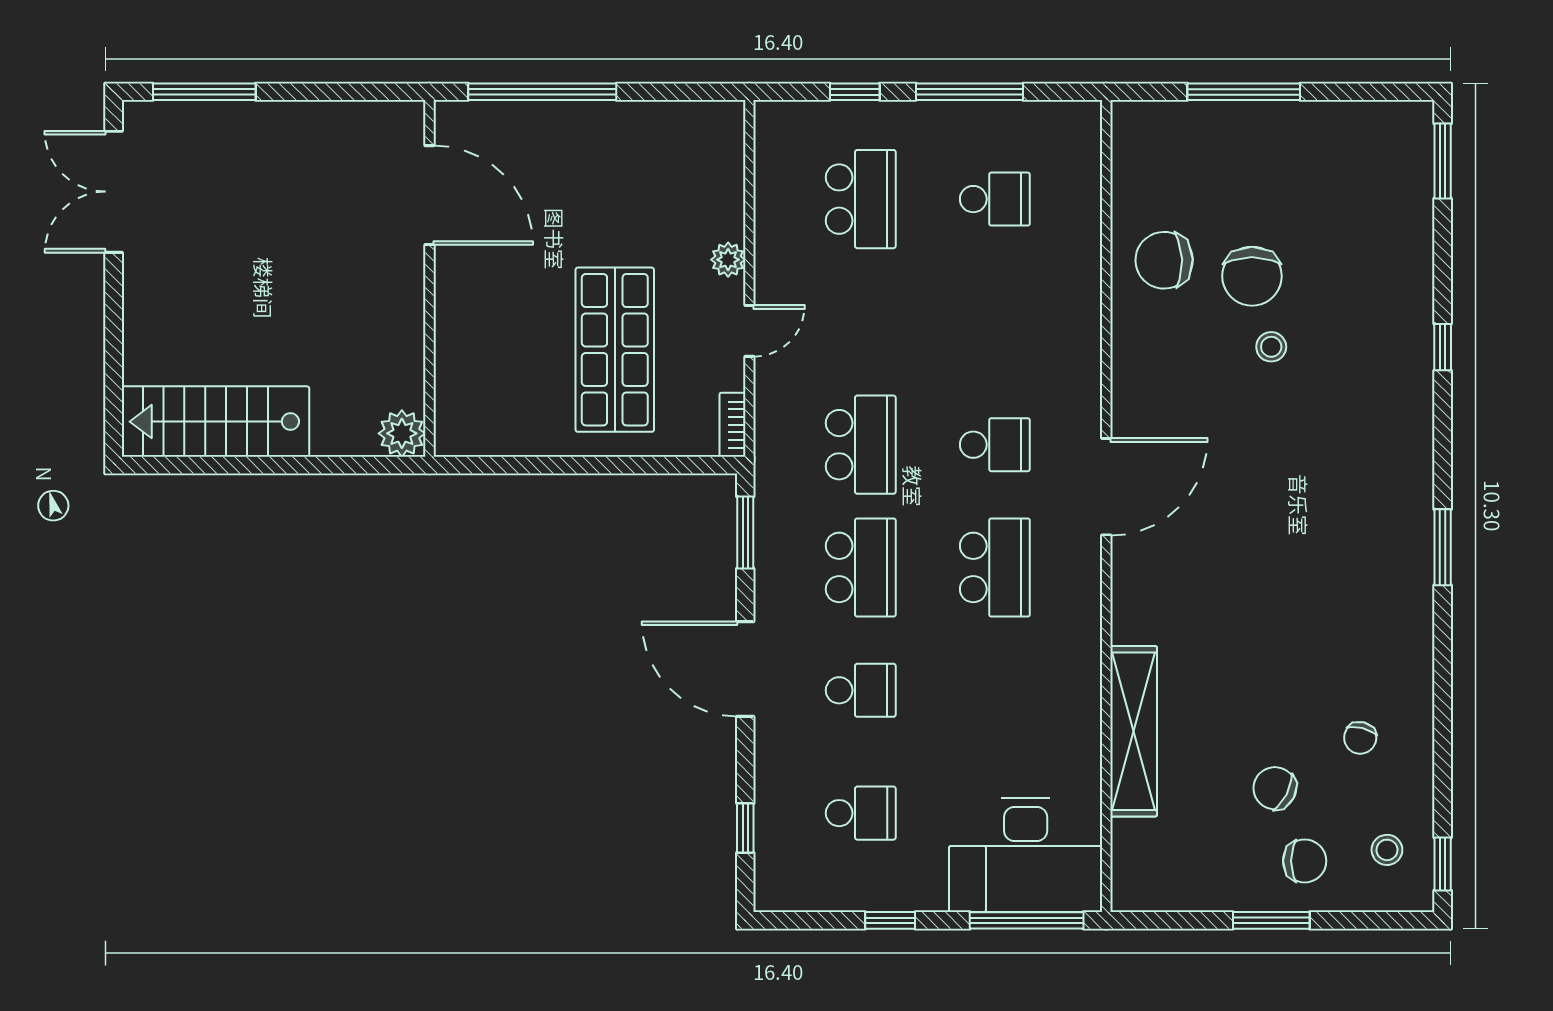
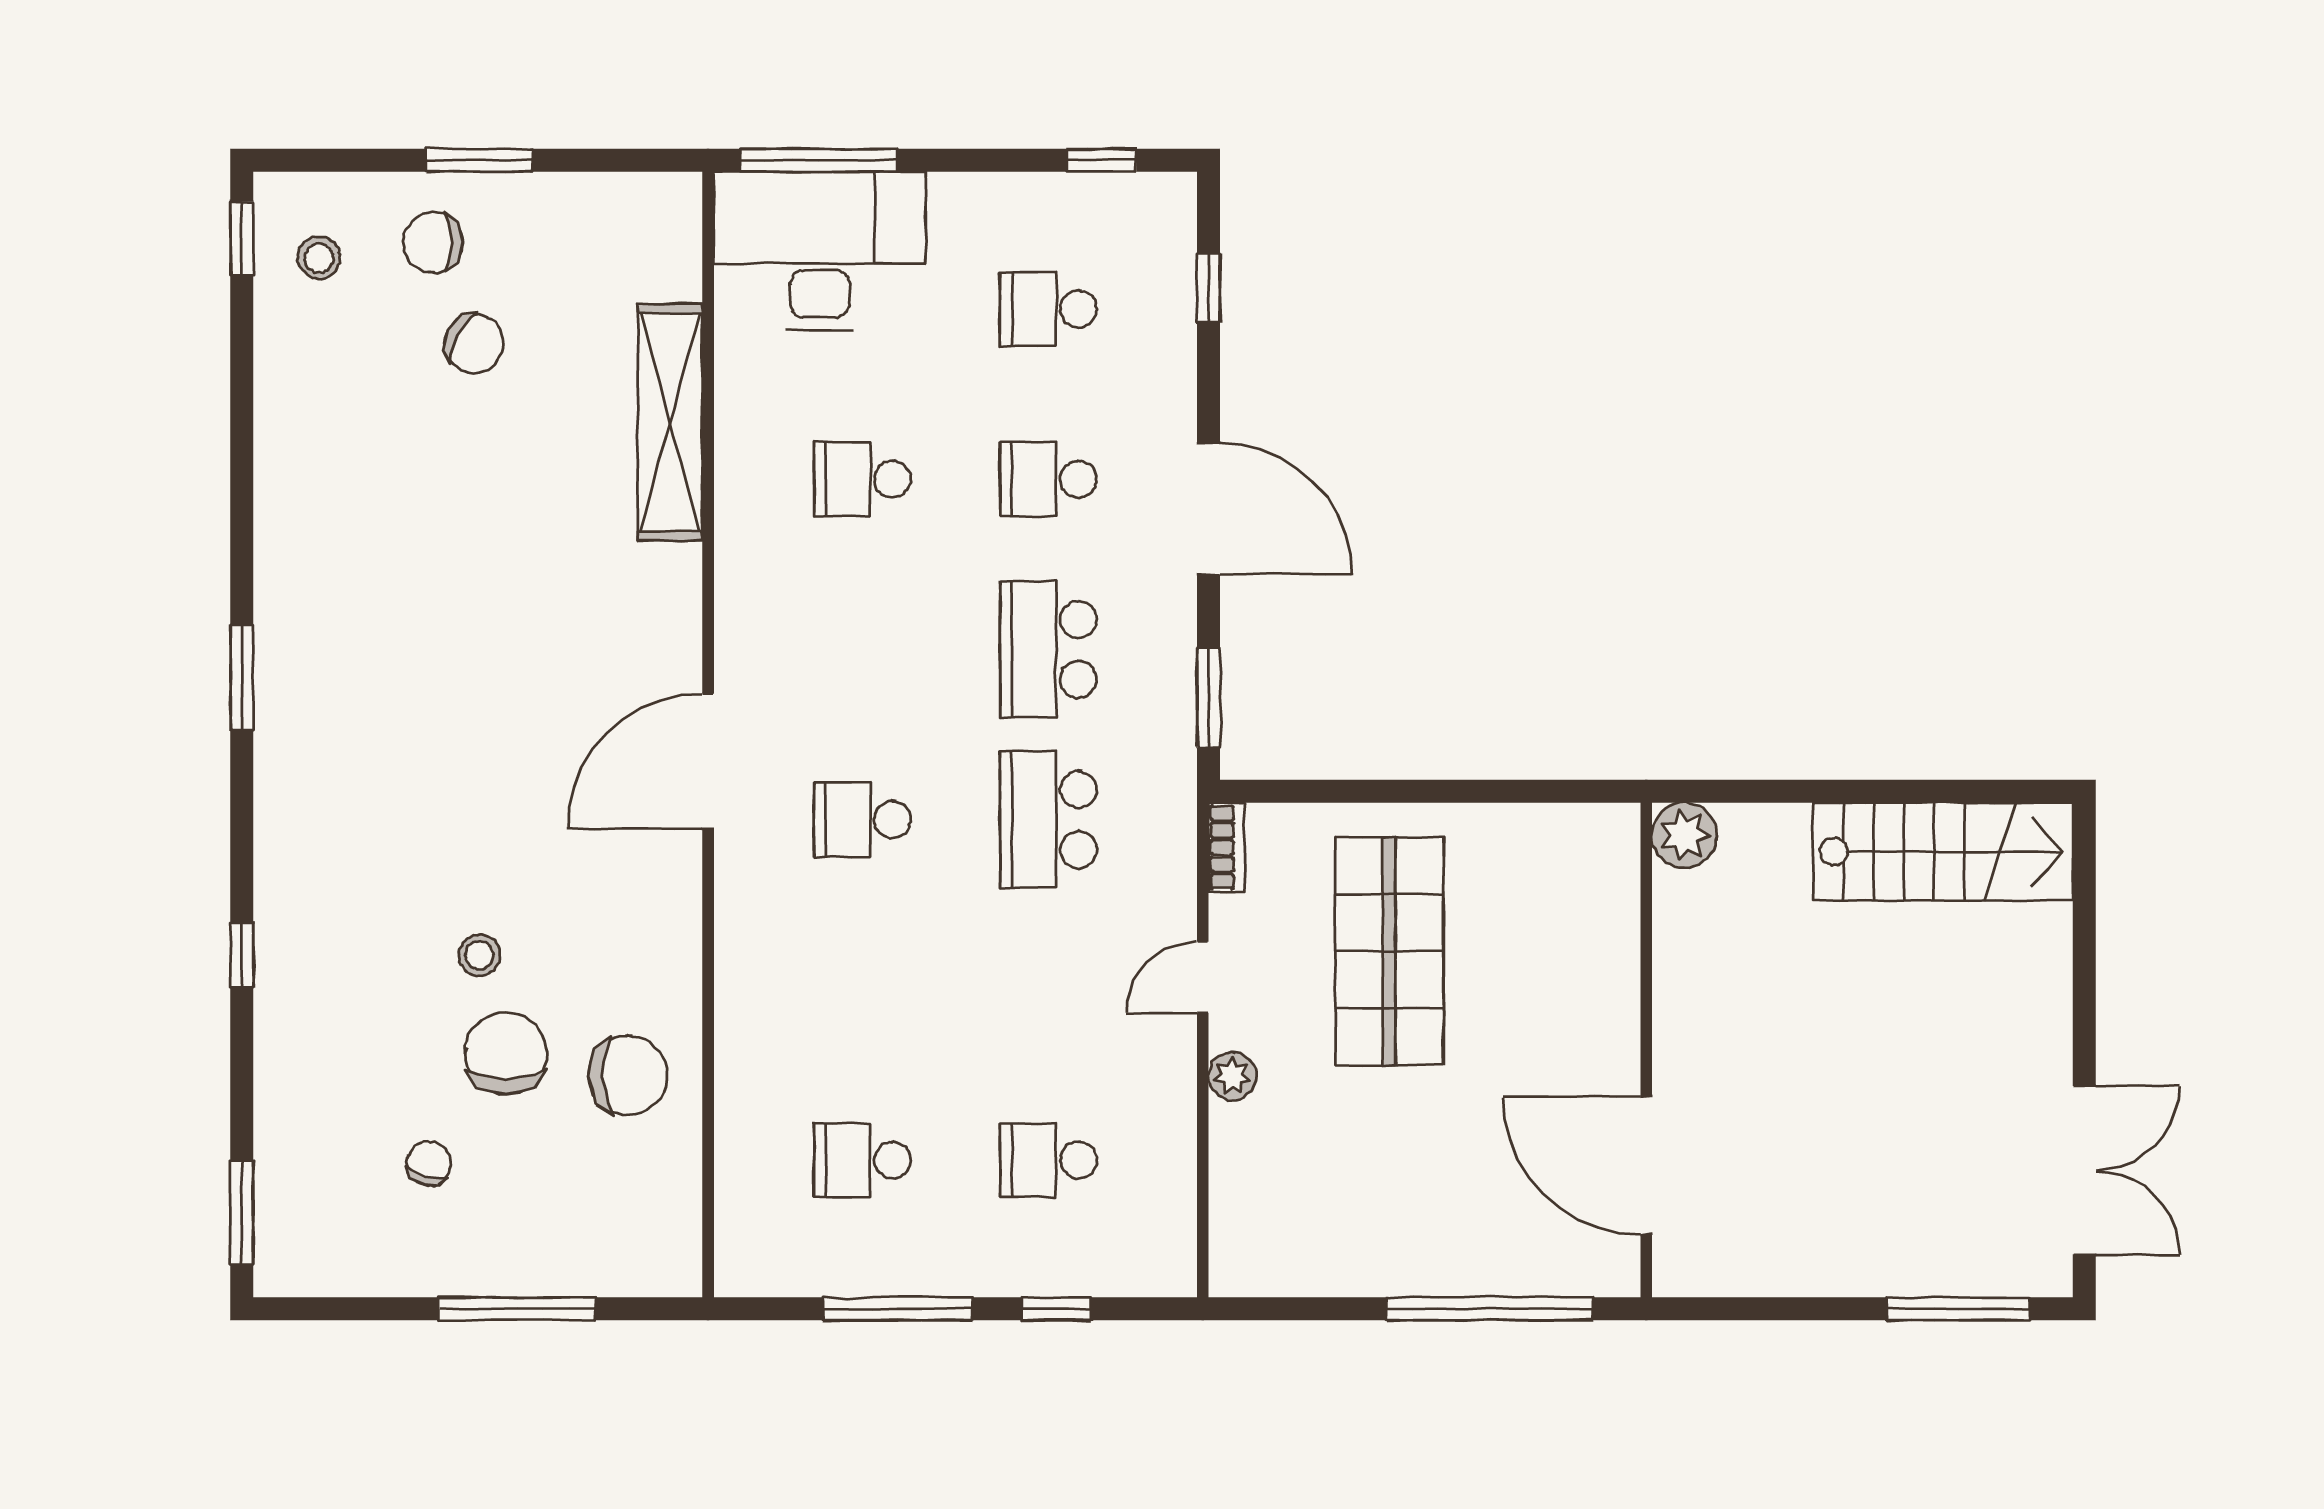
school desk: (861, 199) -> (1048, 1160), width x0.54
school desk: (995, 567) -> (862, 479), moved, width x0.54
chair: (1360, 738) -> (429, 1163), moved
window: (890, 920) -> (1101, 160), moved

